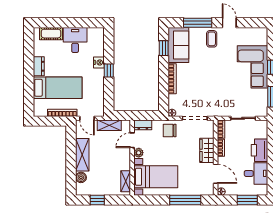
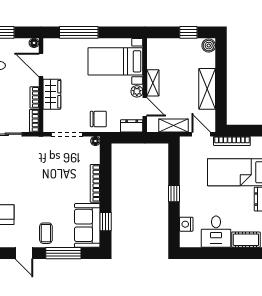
nightstand: (99, 62) -> (186, 224), moved
door: (132, 140) -> (145, 107), hinge flipped
boiler: (81, 177) -> (209, 46), moved
shelving: (126, 181) -> (153, 83), moved

